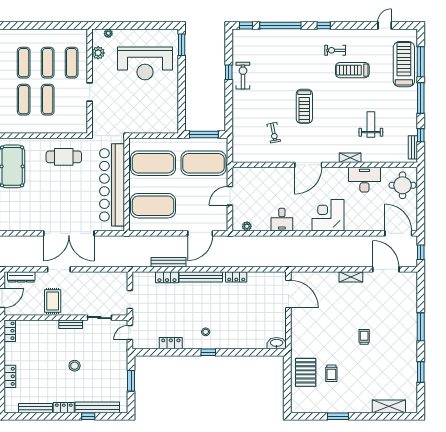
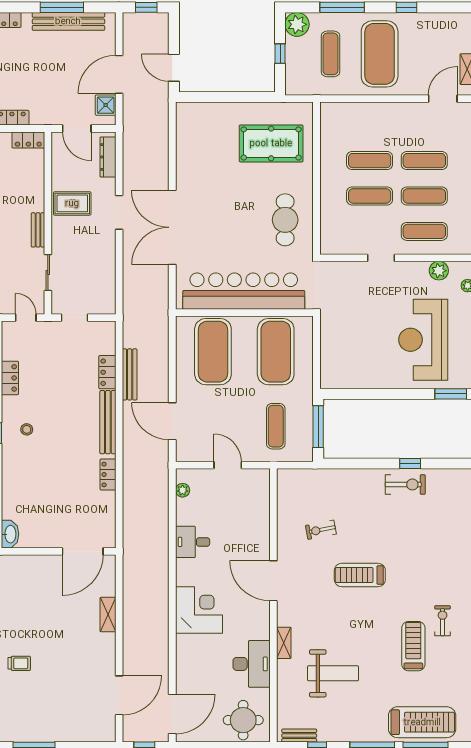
weight bench: (371, 124) -> (333, 673), width x1.36, depth x1.33
exercise mat: (203, 163) -> (276, 426), width x0.50, depth x0.69
shelving: (351, 277) -> (108, 615), moved

